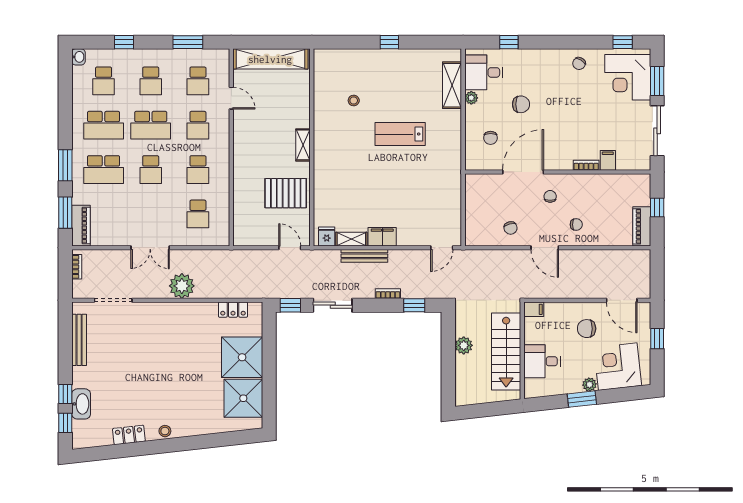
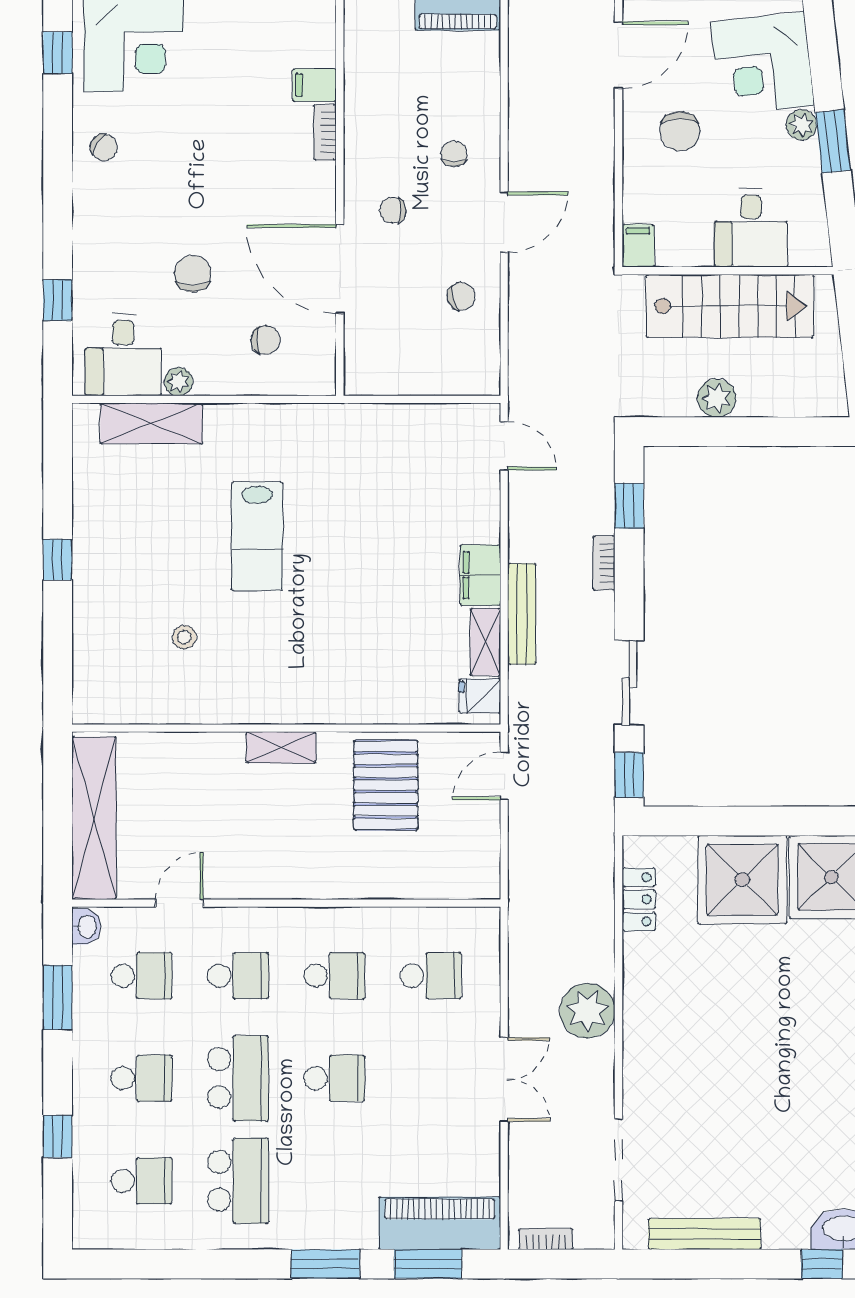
washbasin: (78, 57) -> (86, 927), moved, turned 90
school desk: (104, 170) -> (334, 1181), removed
piano: (81, 226) -> (440, 1223), width x1.37, depth x1.33

